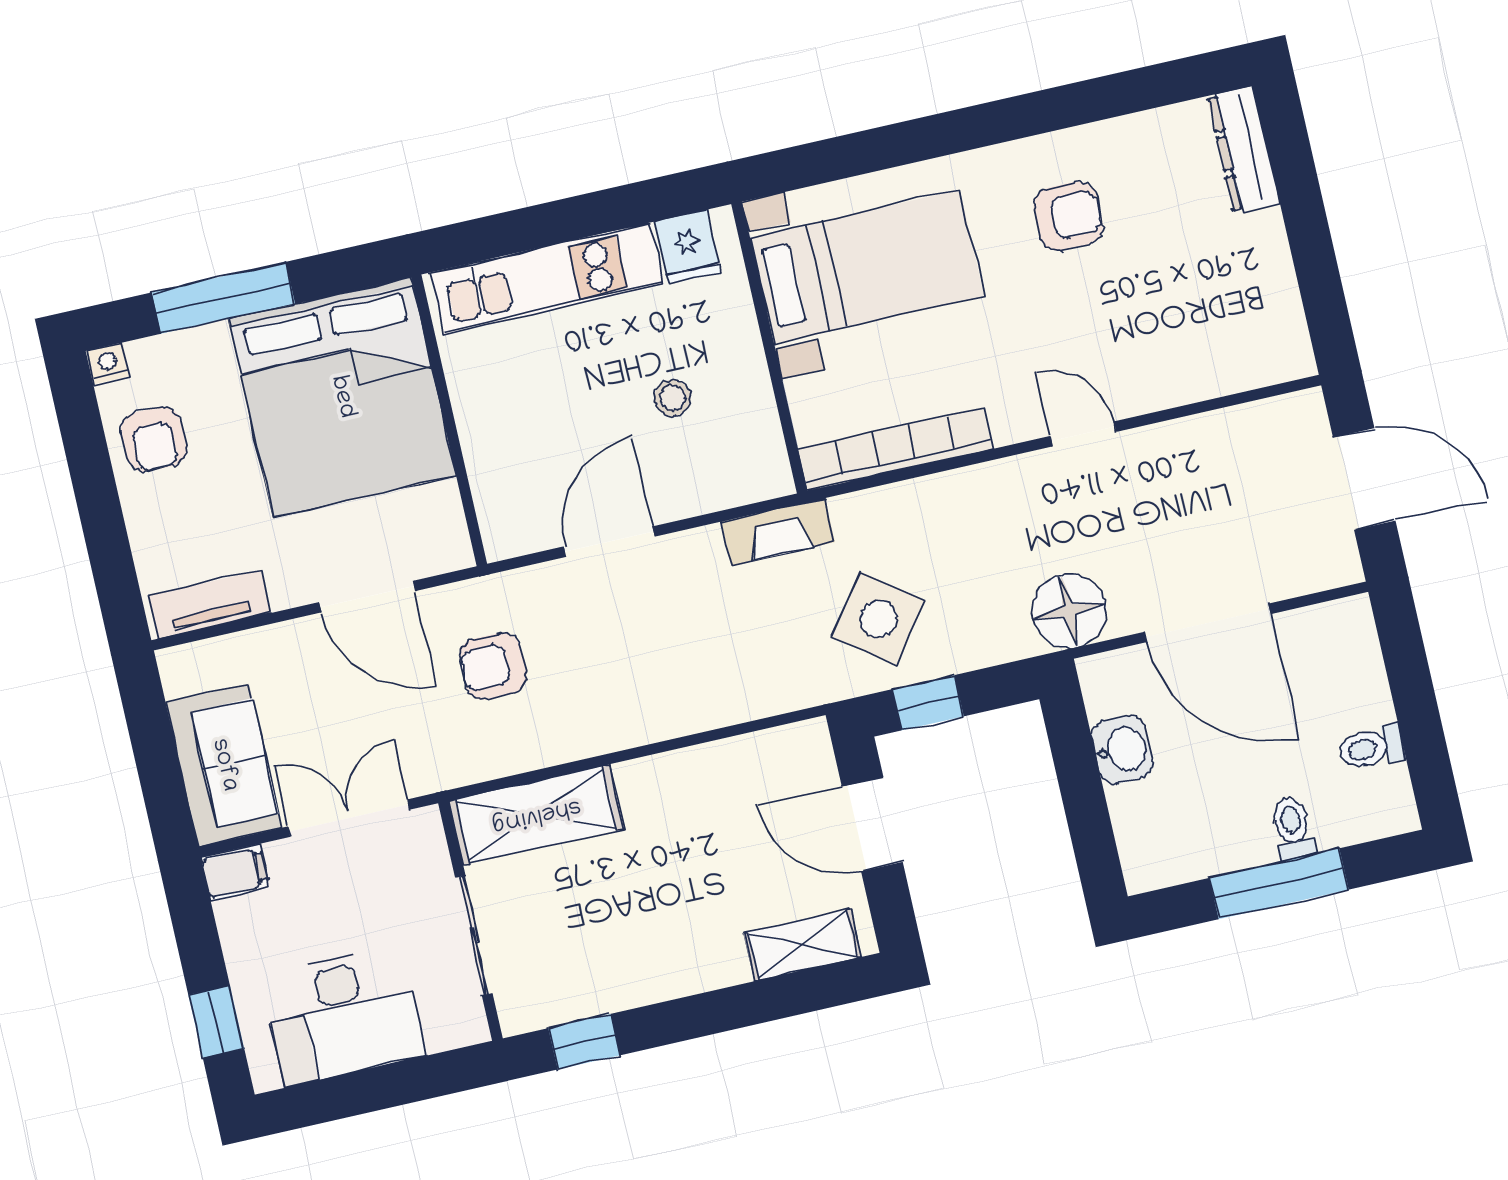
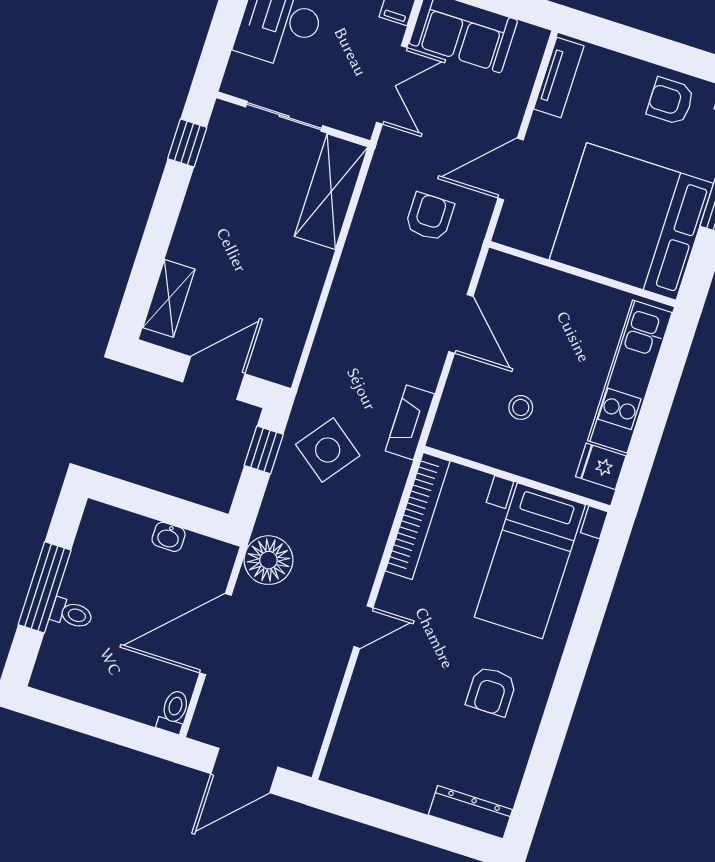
toilet: (1371, 748) -> (174, 712), moved
washbasin: (1122, 750) -> (169, 537), width x0.72, depth x0.69

